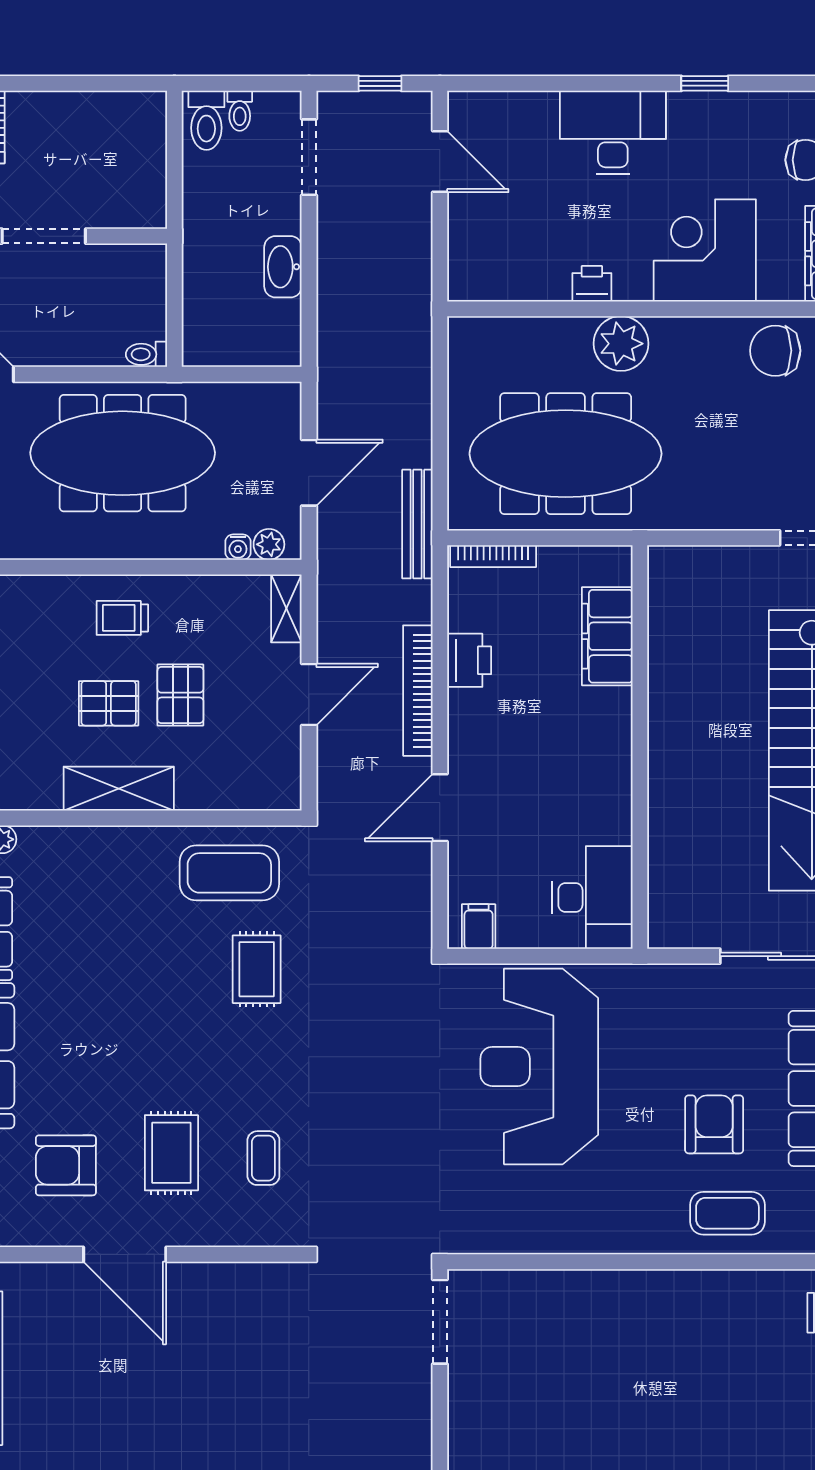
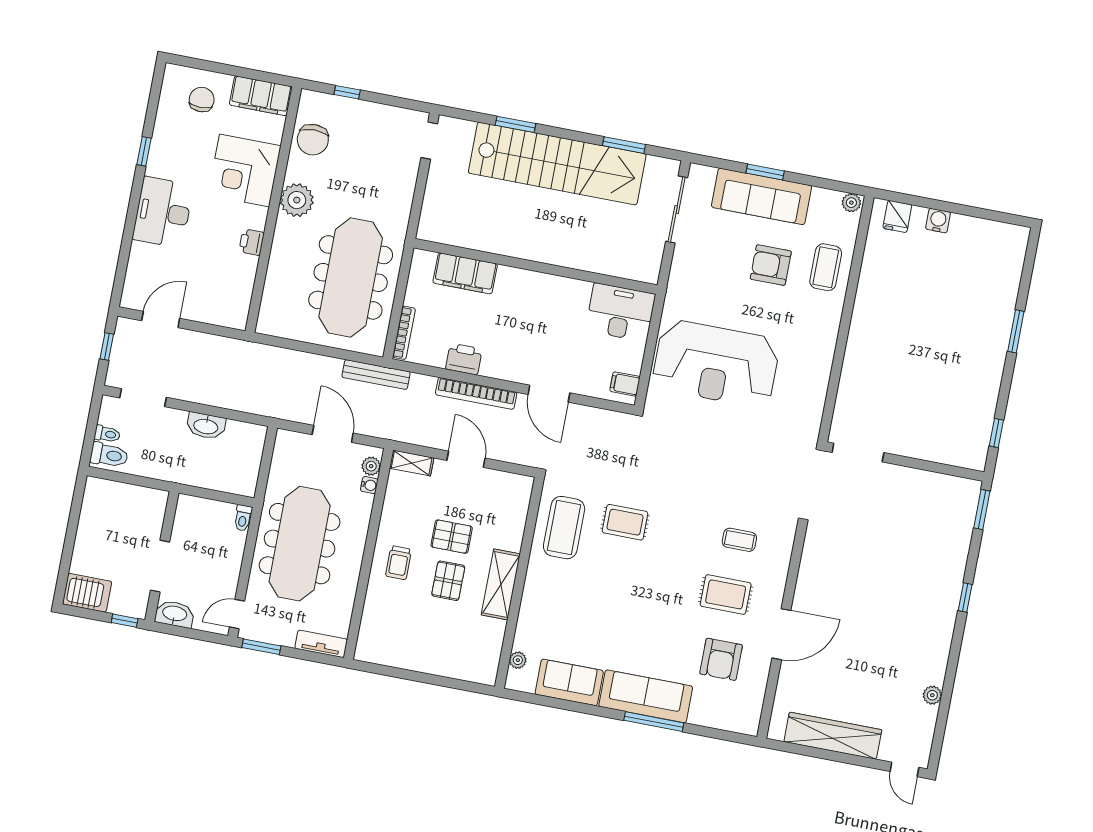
plant: (621, 344) -> (297, 200), moved

